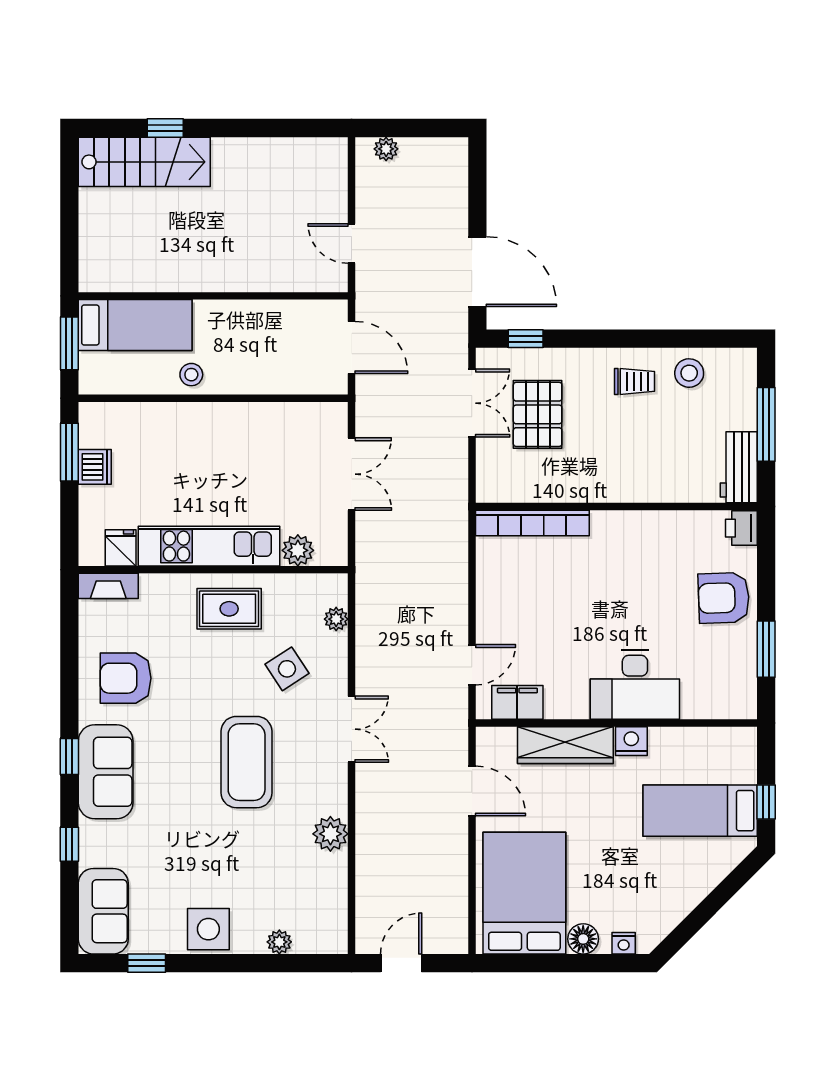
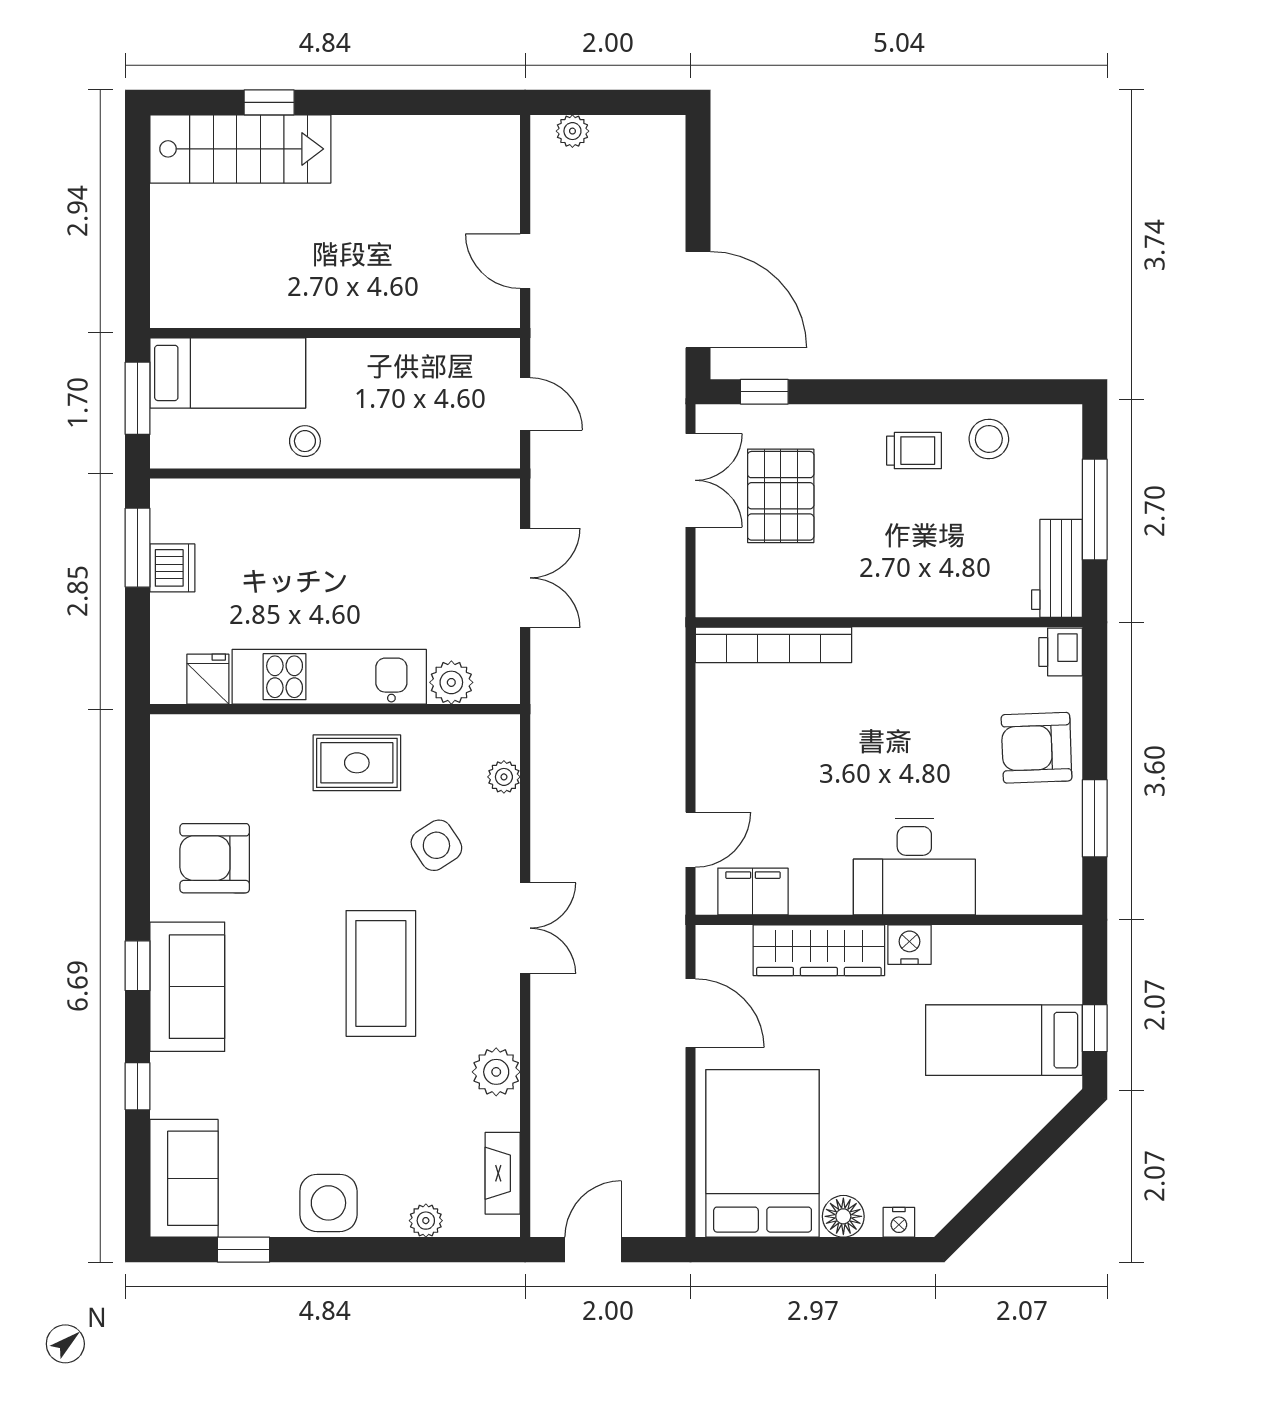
door: (352, 347) -> (525, 404), width x0.73
fireplace: (108, 586) -> (503, 1173), moved, turned 90

